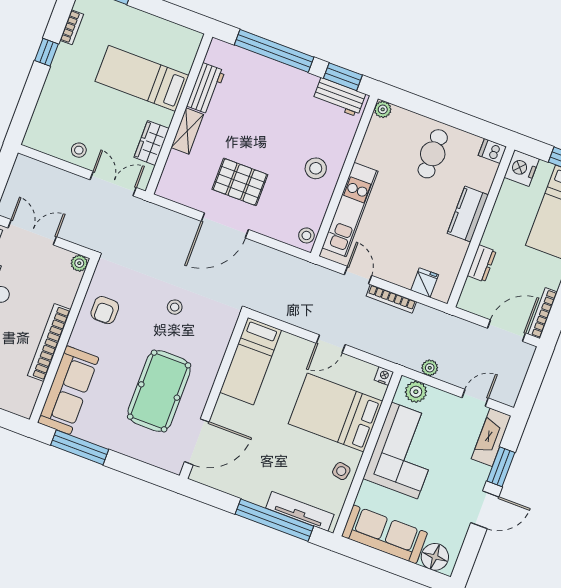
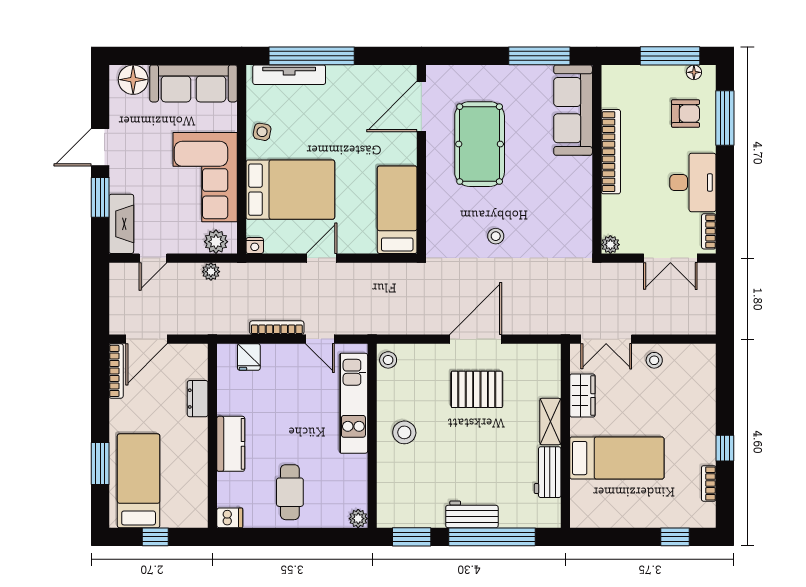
workbench: (339, 97) -> (472, 514), moved
nightstand: (522, 168) -> (193, 512), removed
armchair: (105, 310) -> (566, 206), removed

